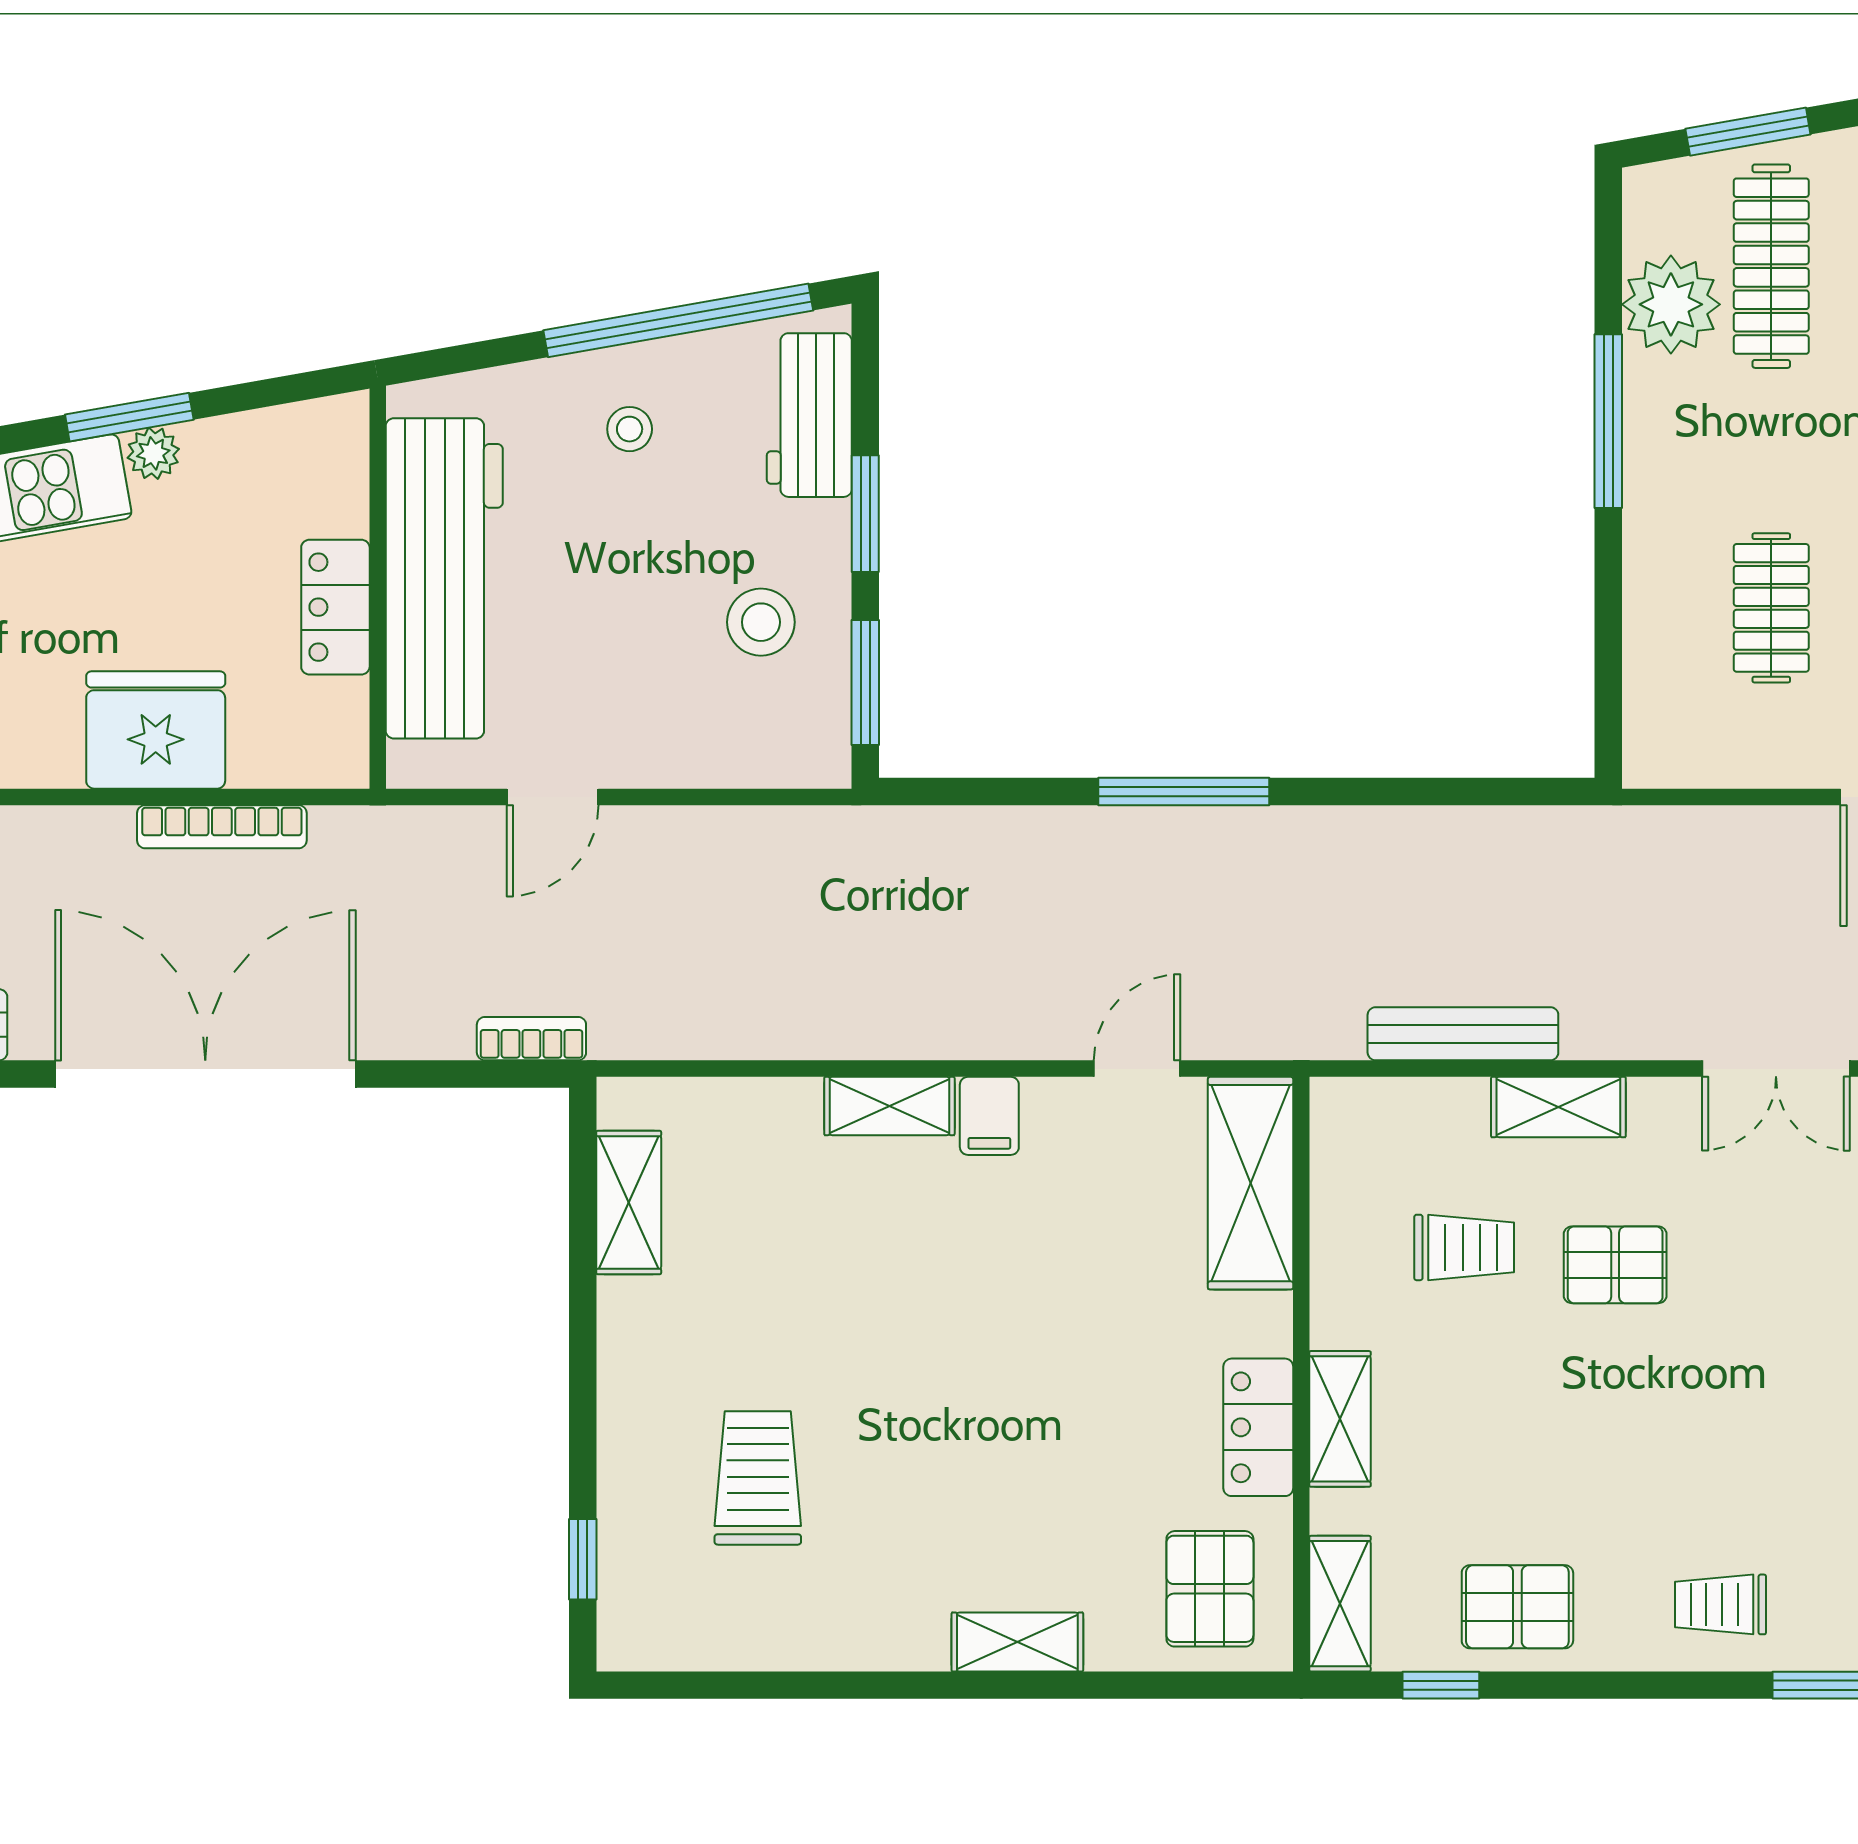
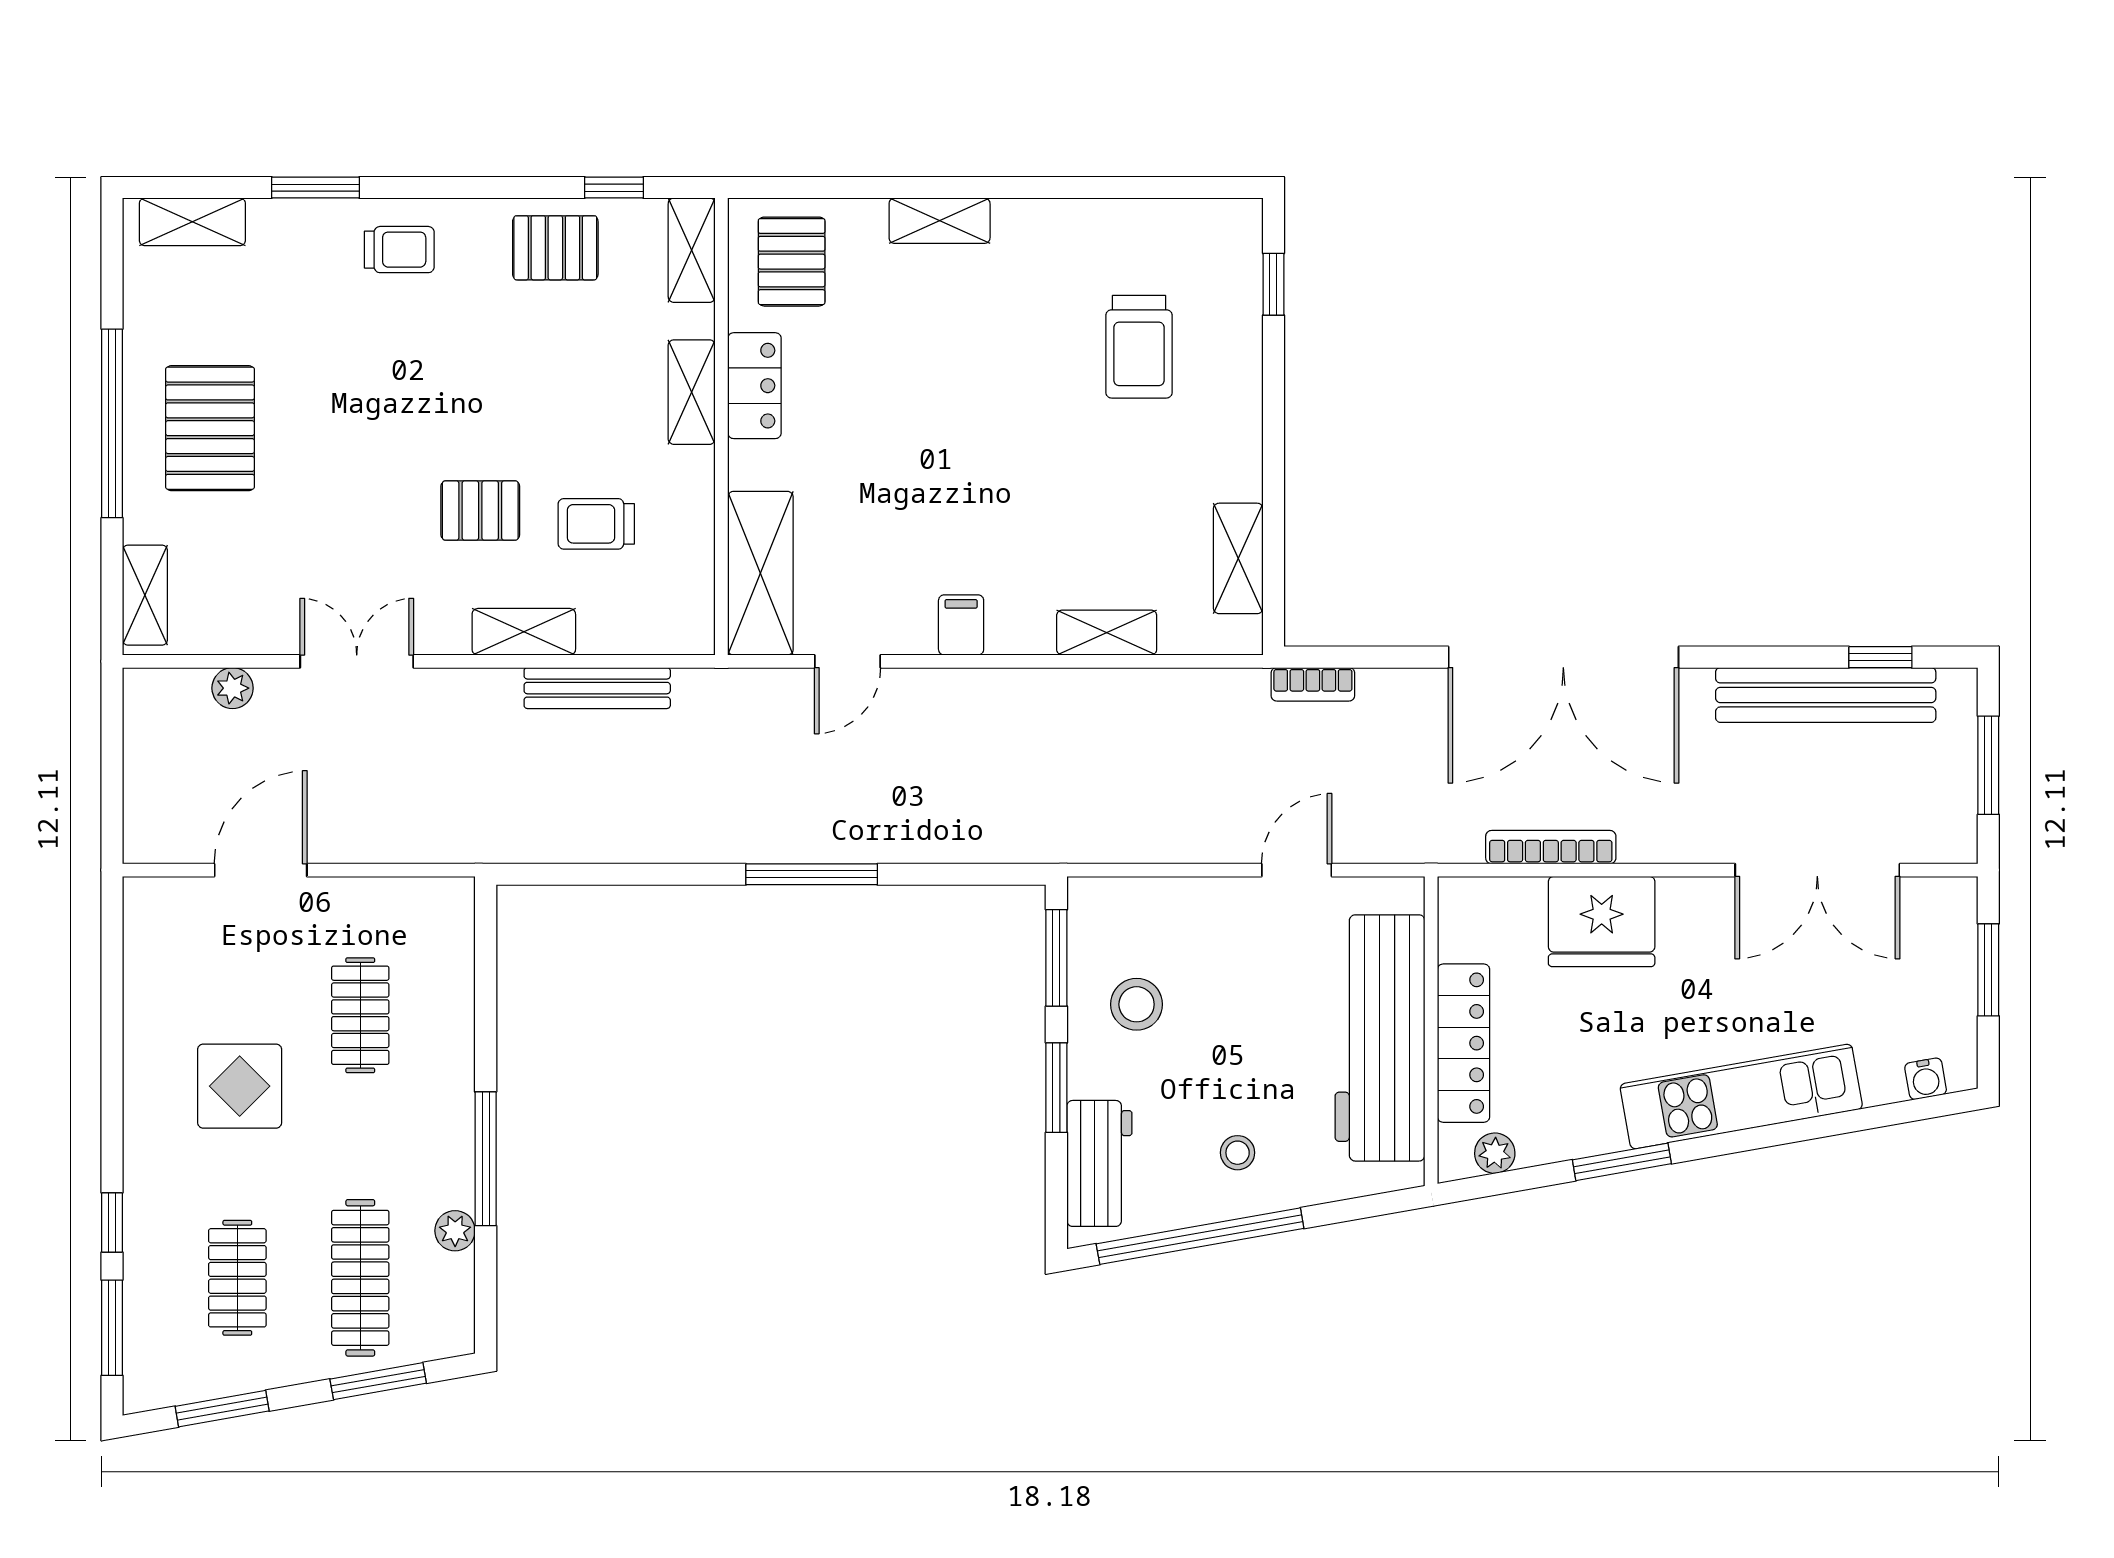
plant: (1671, 304) -> (455, 1231), width x0.53, depth x0.53
plant: (153, 453) -> (1495, 1153), moved
locker: (335, 607) -> (1463, 1043), width x1.53
shelving: (889, 1106) -> (1107, 633), moved

